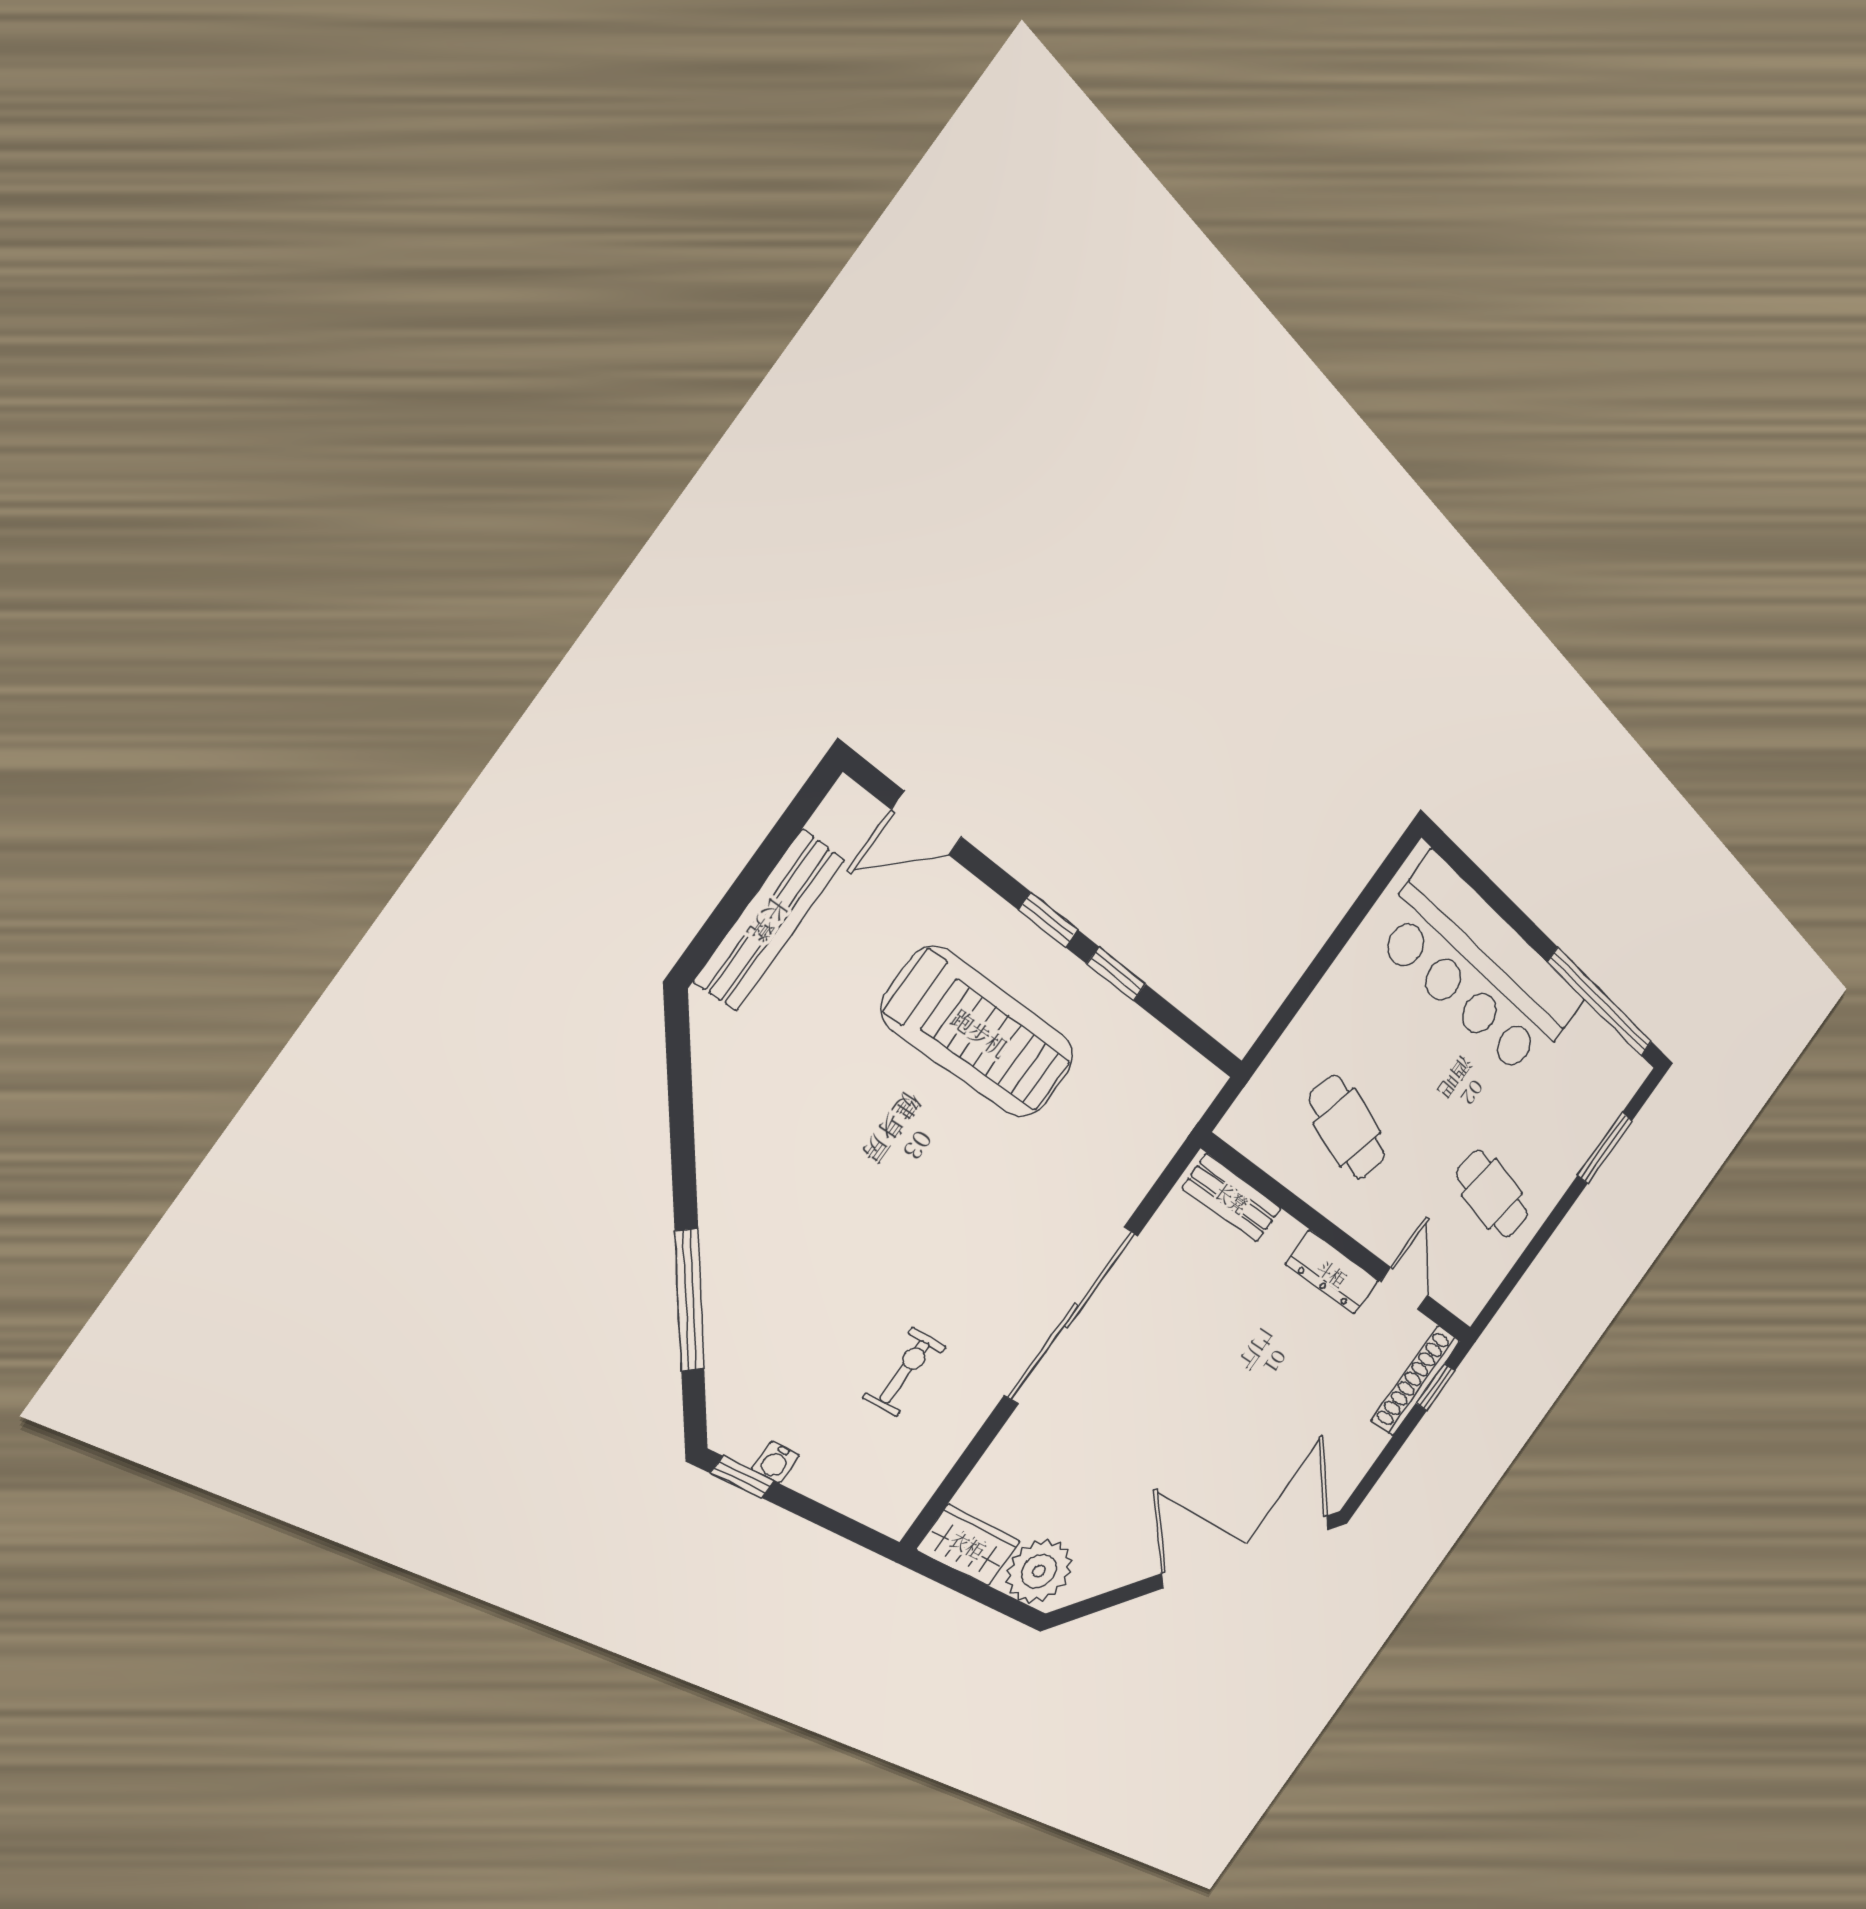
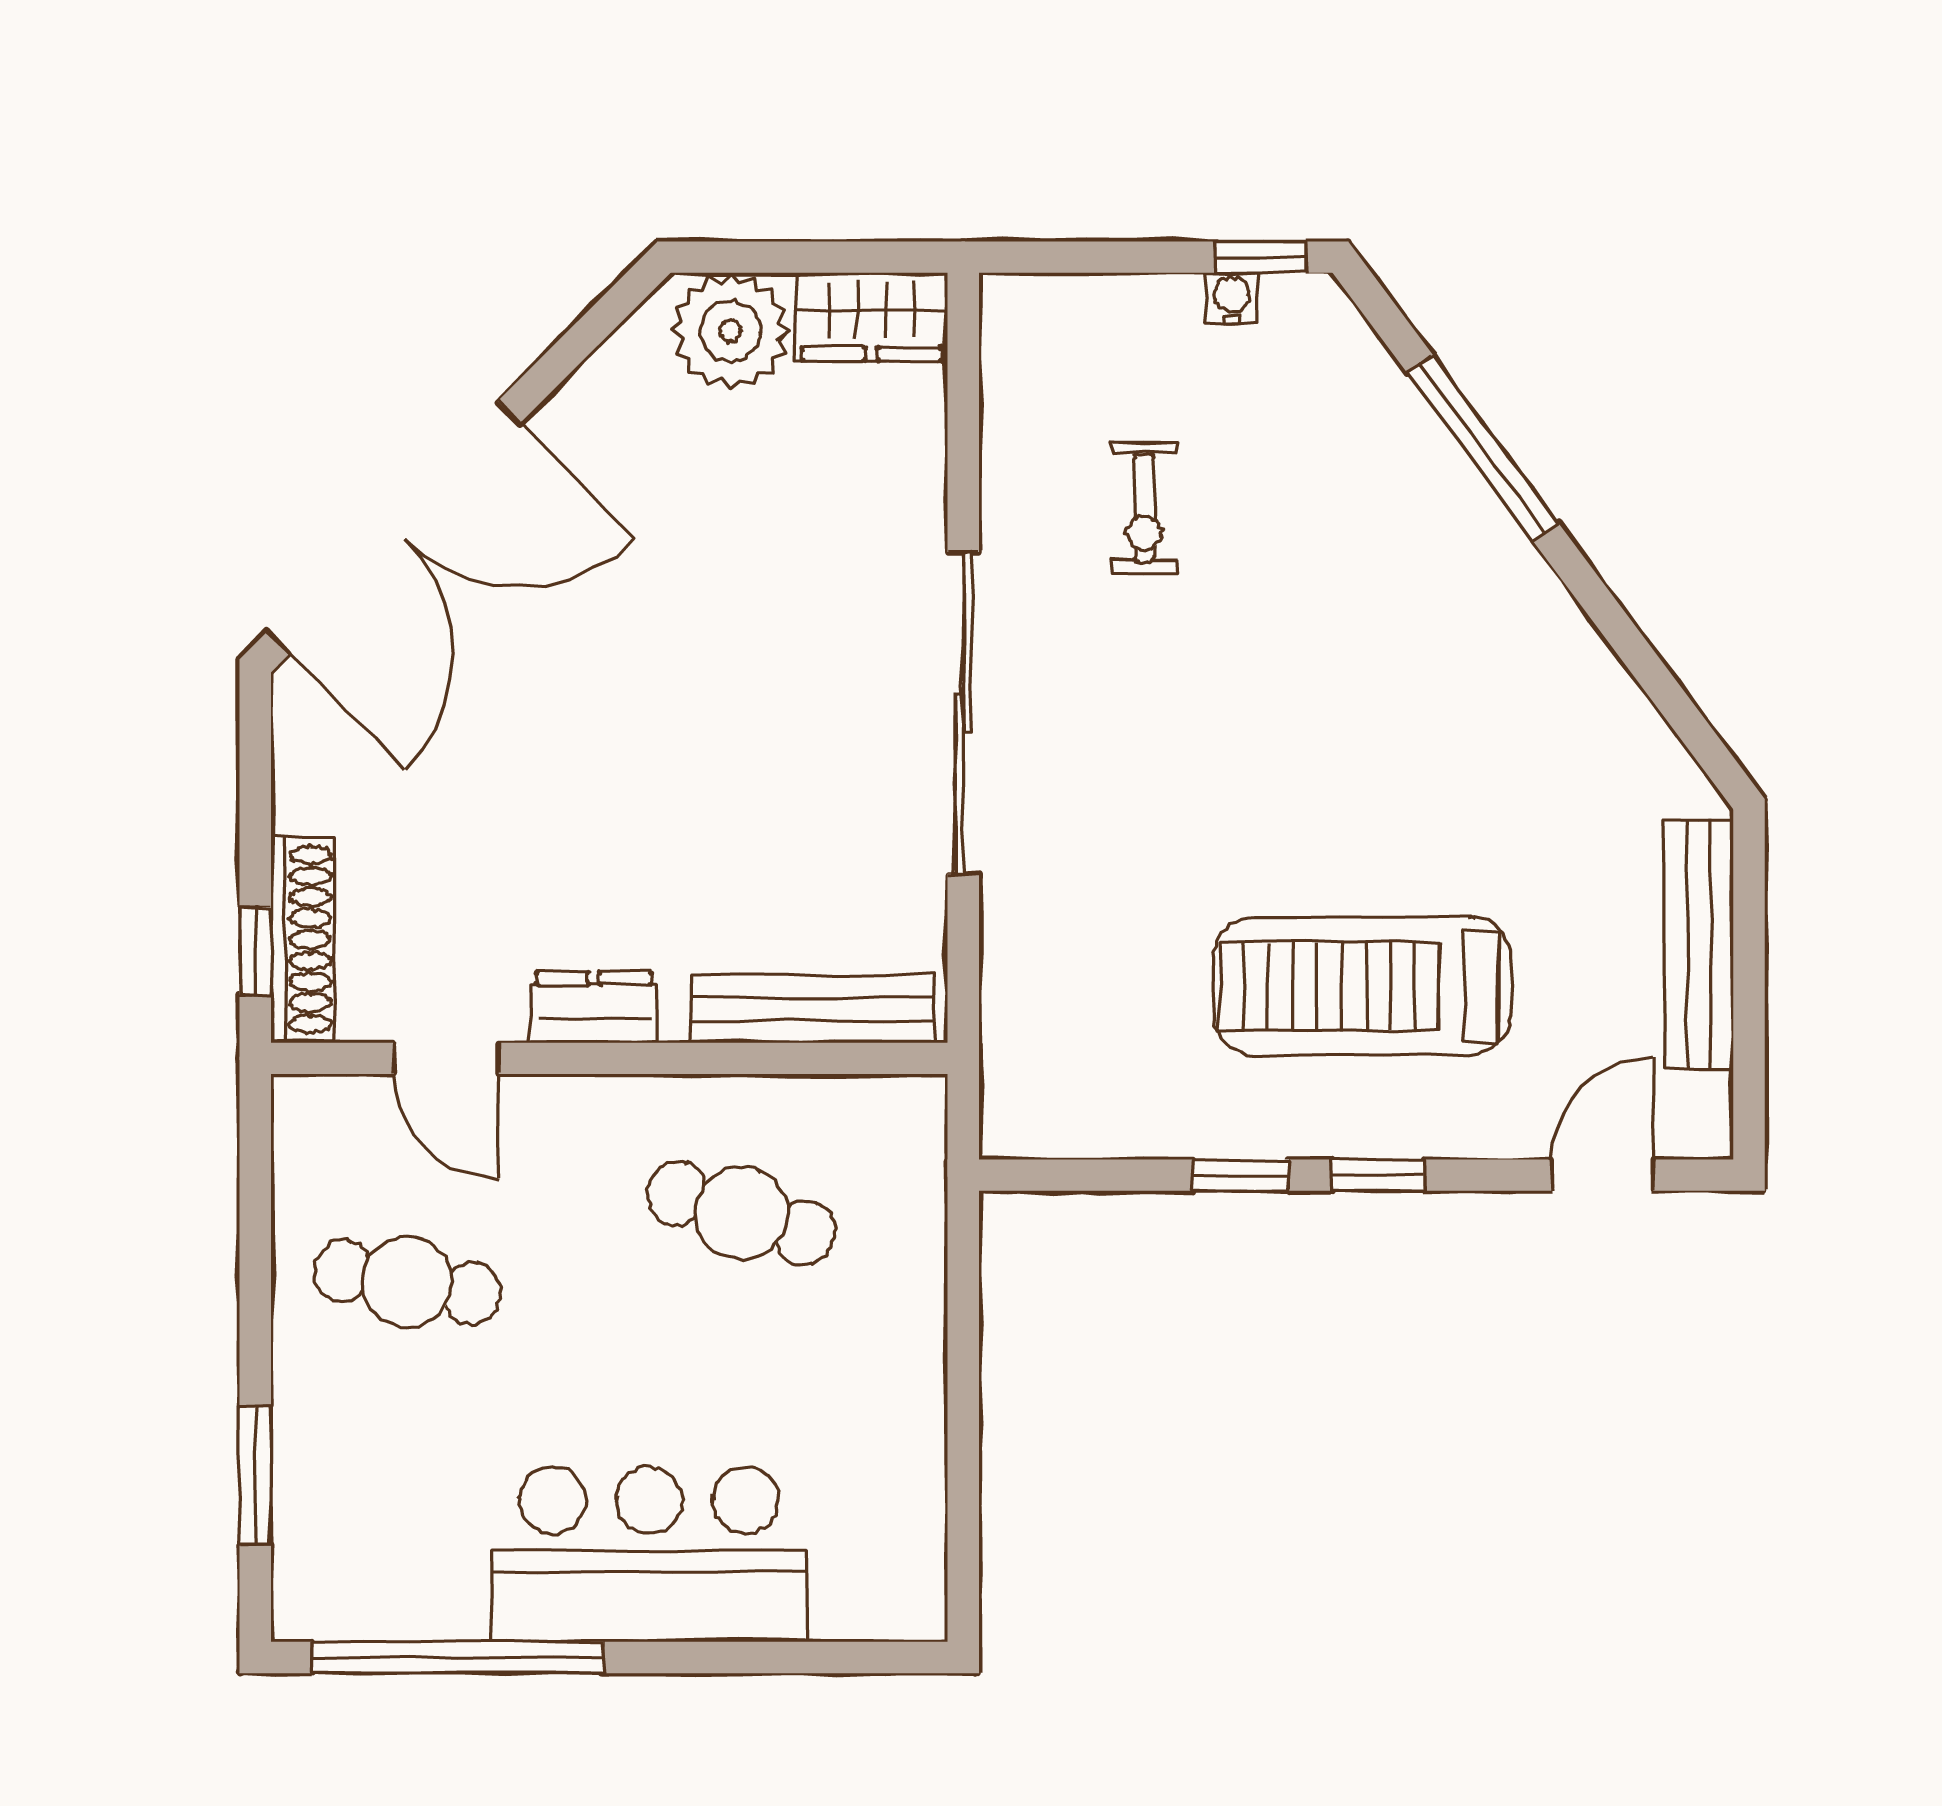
bar counter: (1480, 970) -> (649, 1554), width x0.73
bench: (1232, 1198) -> (813, 1009), width x1.36
dresser: (1332, 1273) -> (594, 1007), width x0.70

